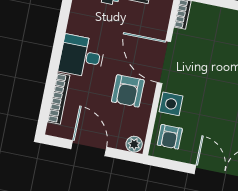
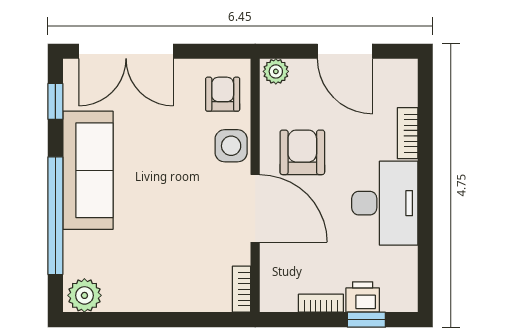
desk: (82, 56) -> (385, 203), width x1.37
bookcase: (59, 99) -> (408, 133), width x0.64

